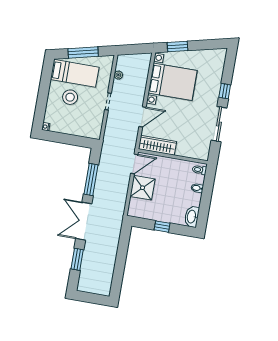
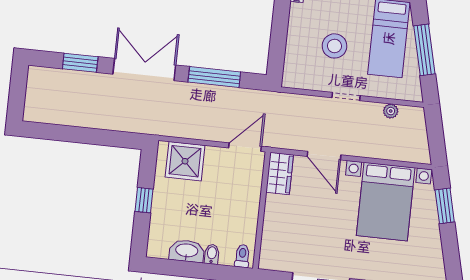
stool: (70, 97) -> (334, 46), moved
wardrobe: (157, 145) -> (280, 174), width x0.67
door: (134, 164) -> (245, 147), swing flipped
shower: (143, 188) -> (185, 161), moved
washbasin: (192, 217) -> (187, 251), moved

